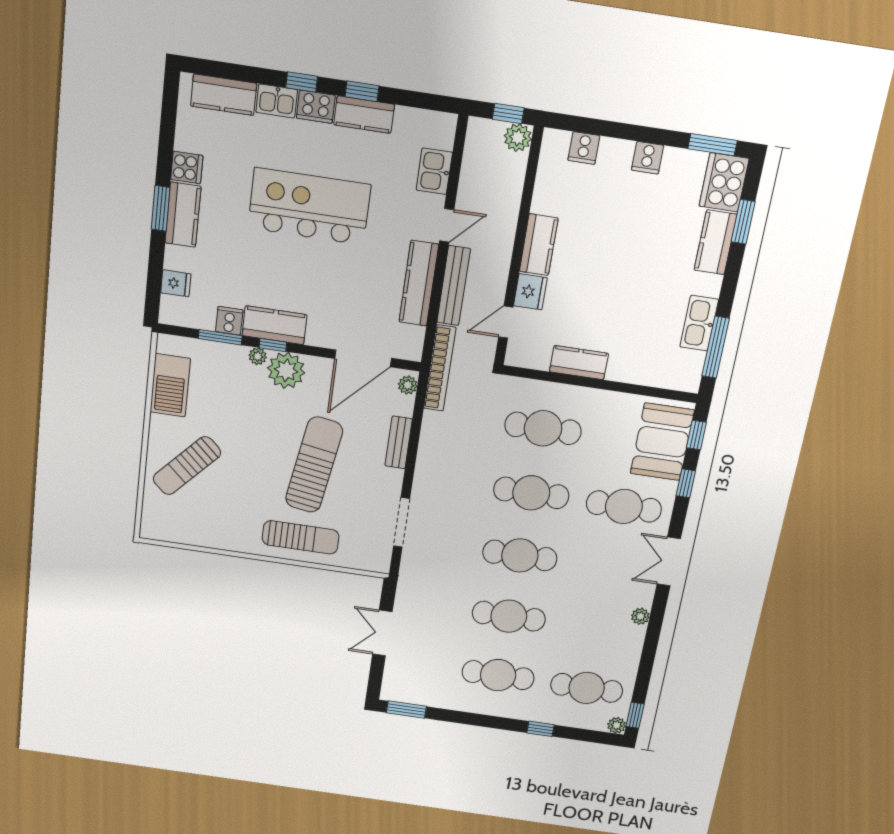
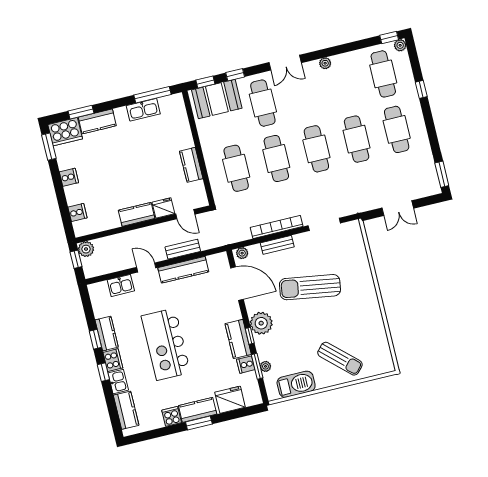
fridge: (176, 283) -> (230, 400), width x1.88, depth x1.34
bench: (454, 286) -> (183, 249), width x0.73
plant: (258, 356) -> (265, 366), moved
bookcase: (440, 368) -> (277, 227), moved
sun lounger: (301, 537) -> (357, 278), removed

